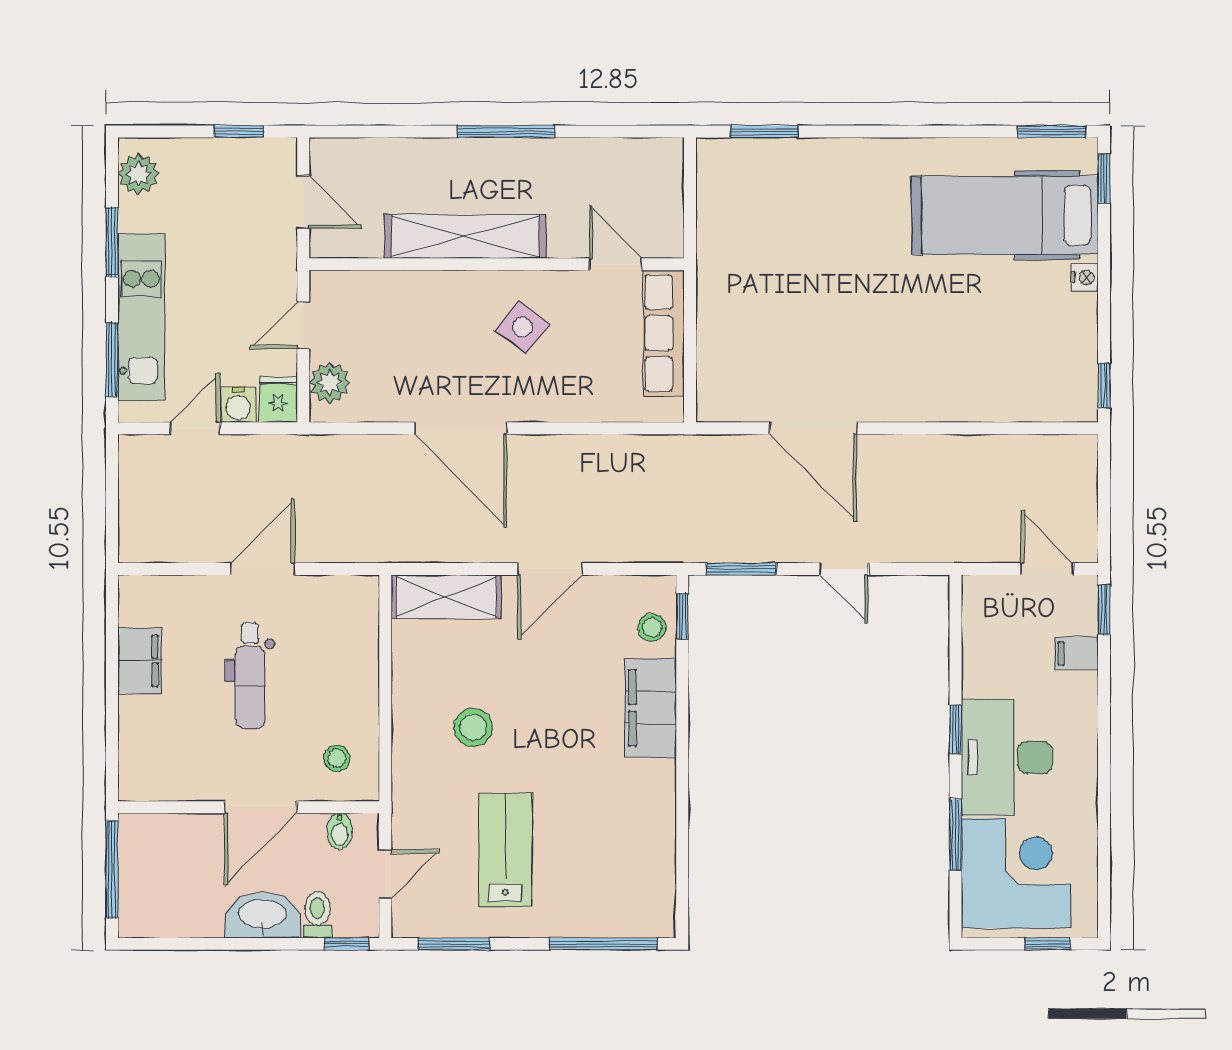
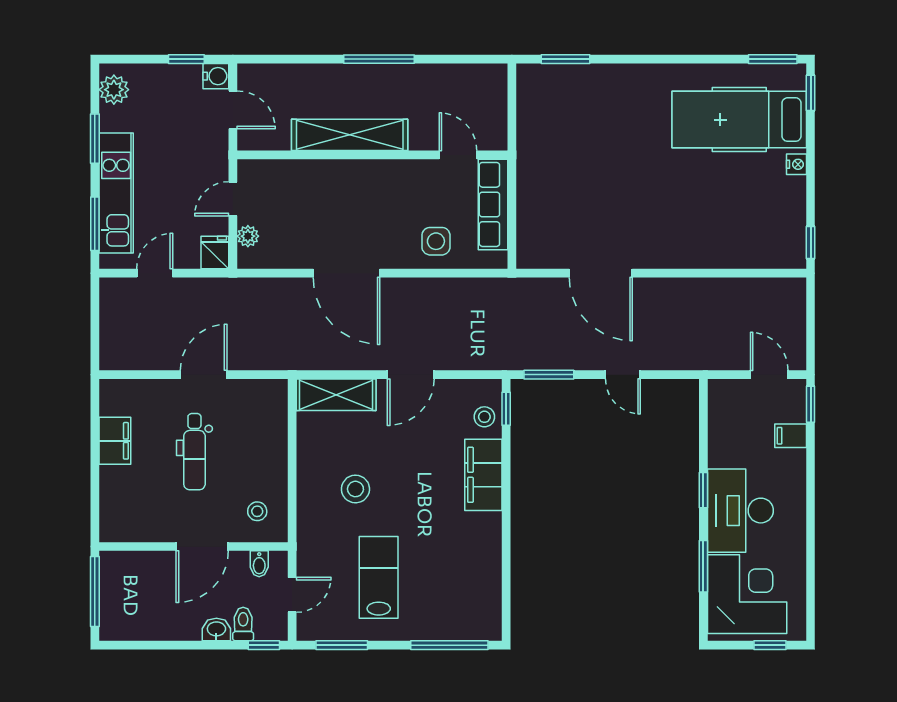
side table: (522, 327) -> (436, 241), moved, turned -38
plant: (330, 383) -> (248, 236), width x0.73, depth x0.73
water cooler: (238, 405) -> (216, 76), moved, turned -90
washbasin: (263, 915) -> (216, 630), width x0.52, depth x0.69

